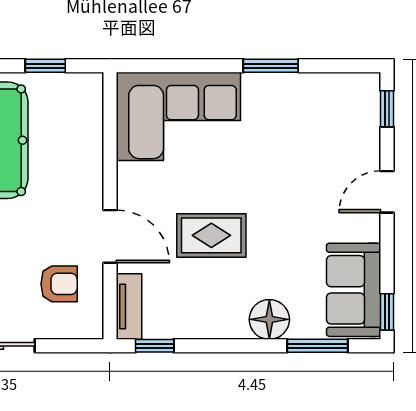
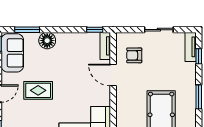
rug: (211, 235) -> (38, 90), moved

